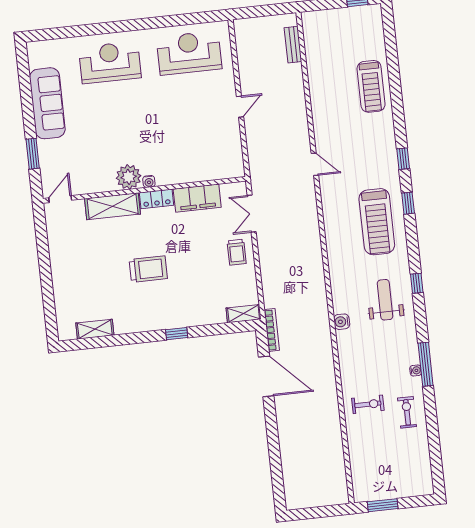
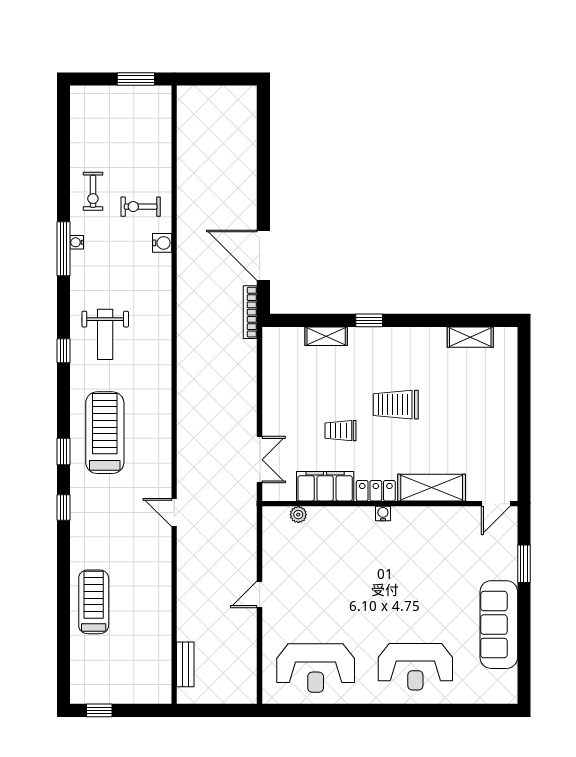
plant: (129, 177) -> (298, 515), moved, width x0.53, depth x0.53
trolley: (237, 252) -> (340, 431), moved, turned -90
shelving: (244, 314) -> (326, 336), moved
water cooler: (342, 322) -> (162, 243), moved

